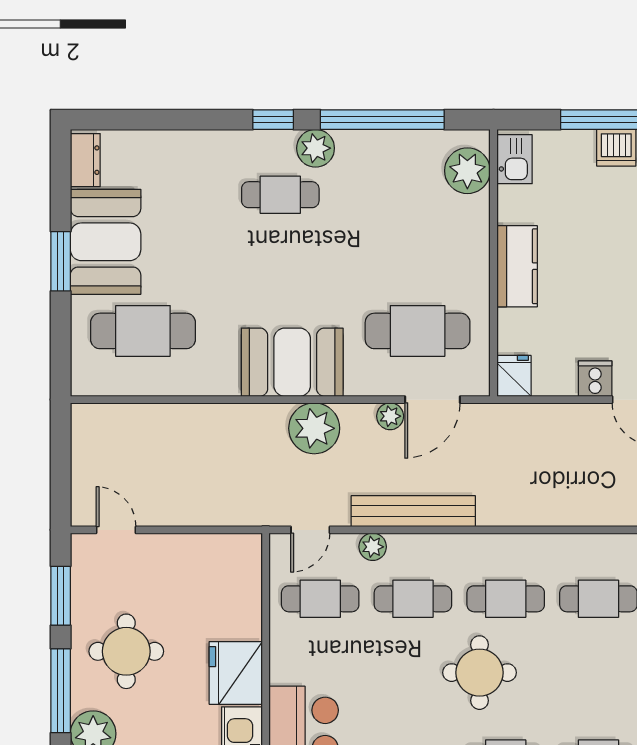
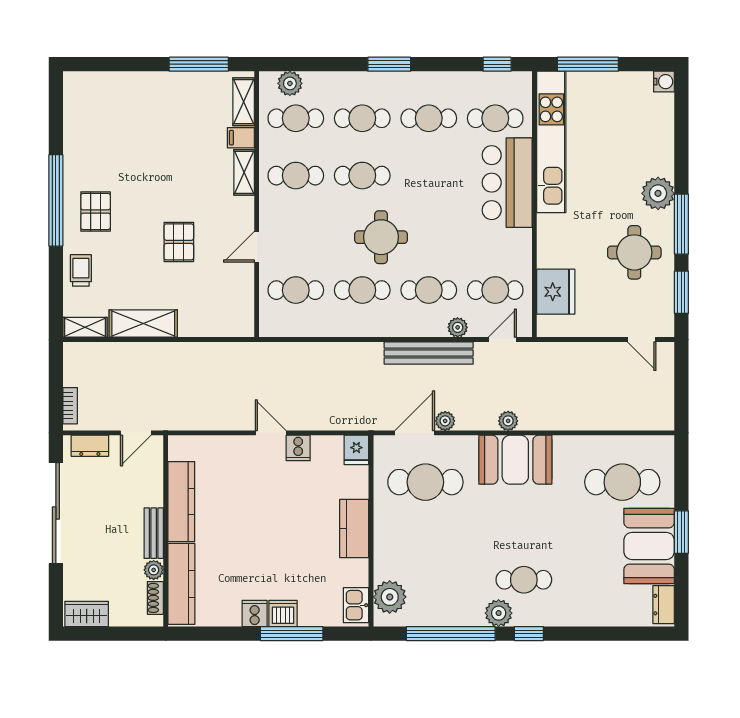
plant: (314, 428) -> (508, 421), width x0.53, depth x0.53
fridge: (236, 673) -> (556, 292), moved

